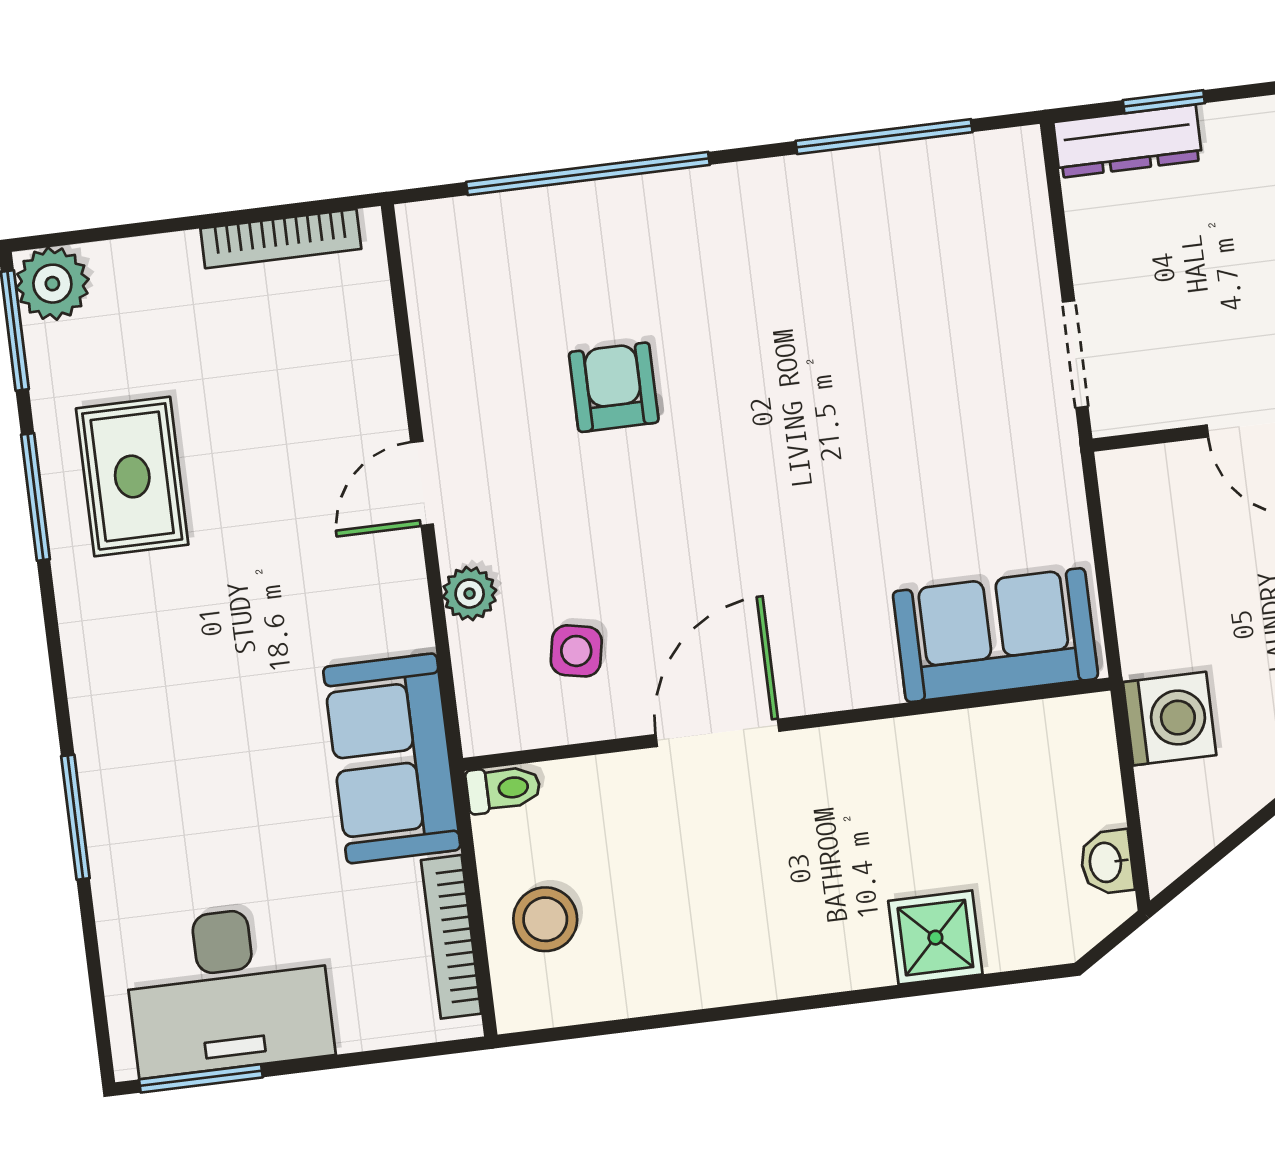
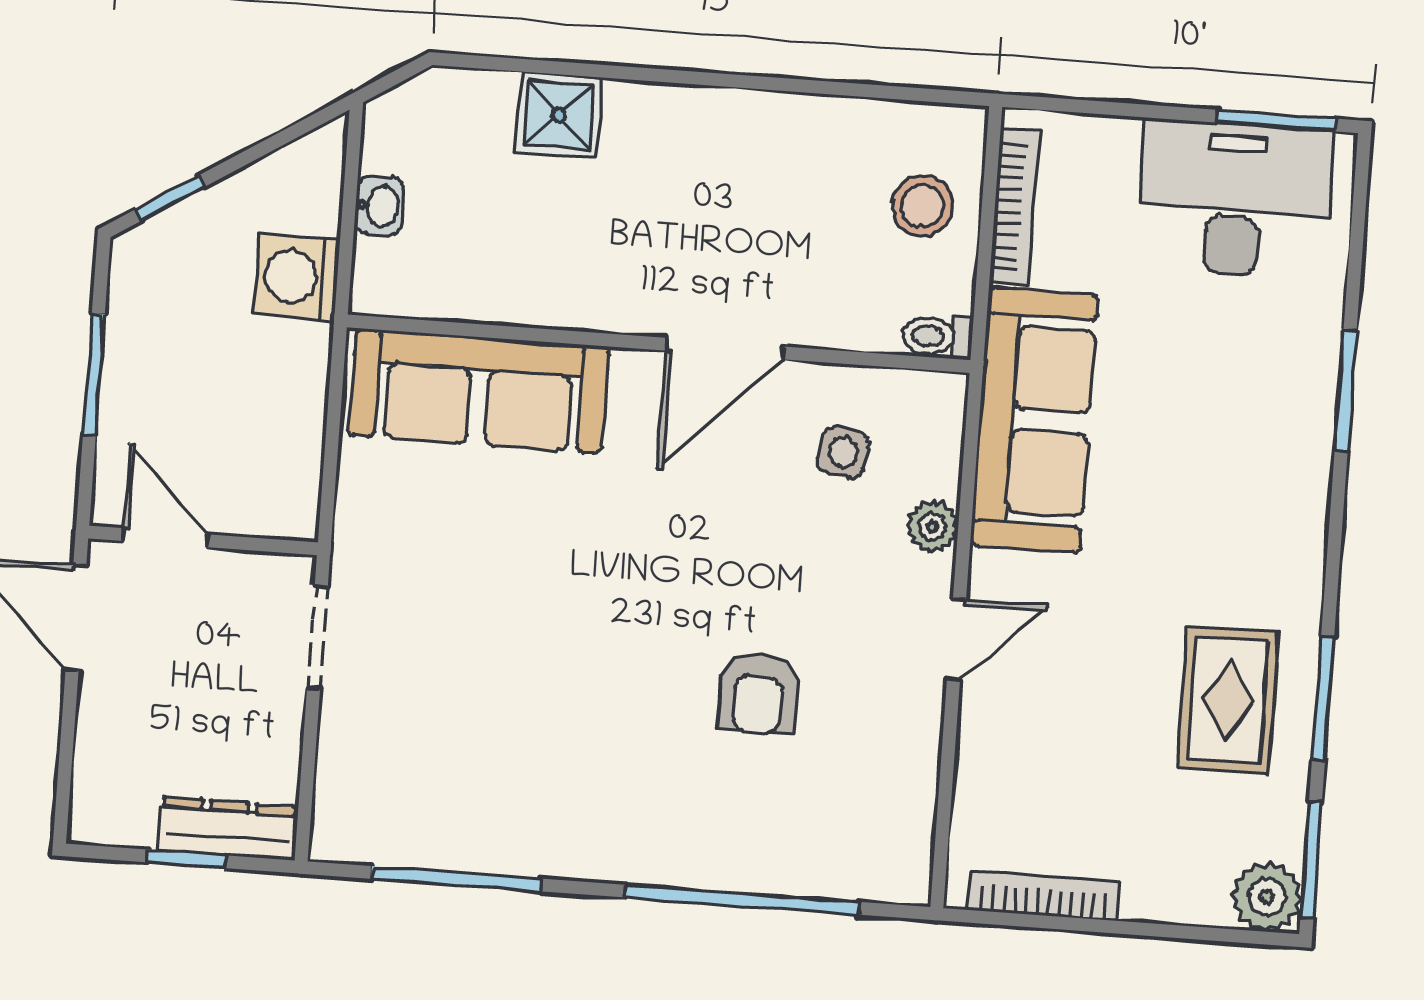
sofa: (995, 635) -> (479, 391), width x1.36
sofa: (392, 758) -> (1034, 420), width x1.36
washbasin: (1107, 862) -> (379, 206), moved

